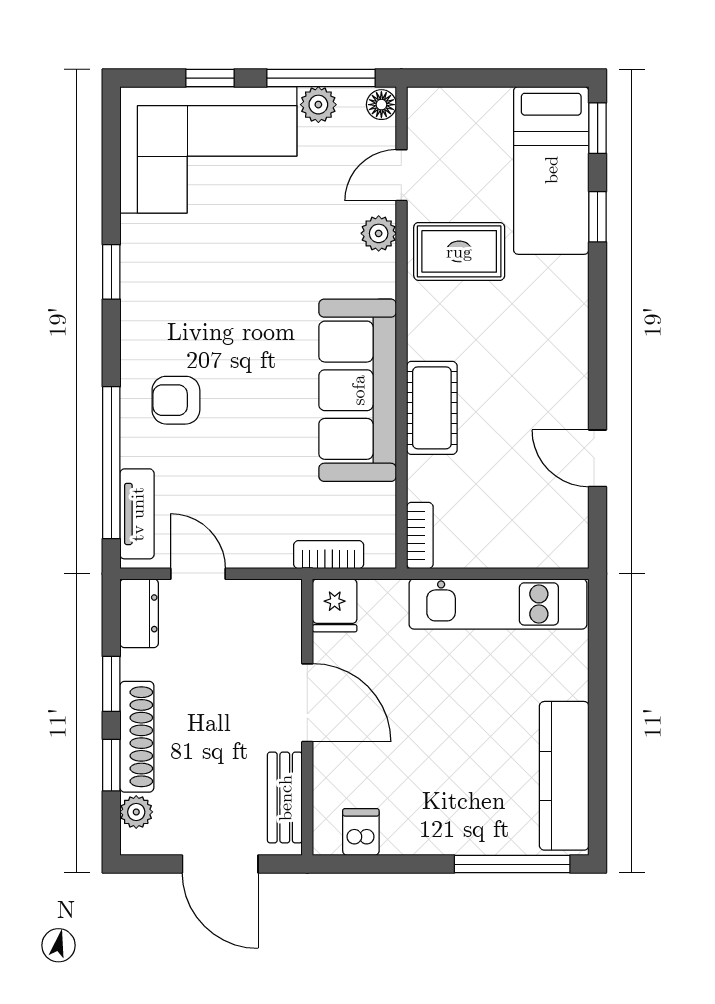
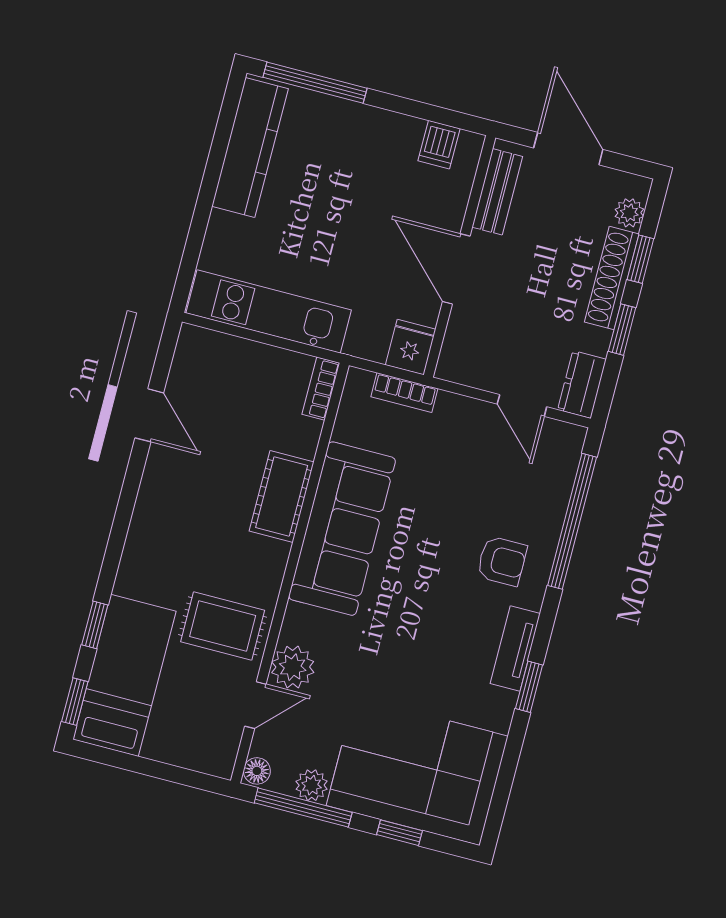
plant: (379, 233) -> (293, 667), width x1.38, depth x1.38
tv unit: (137, 514) -> (515, 648), moved

